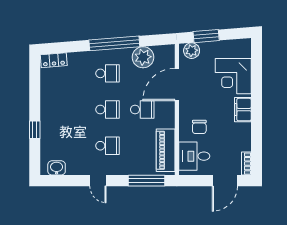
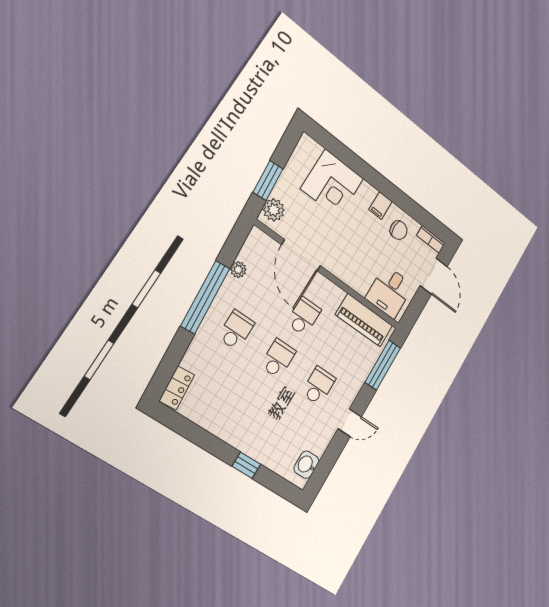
plant: (143, 57) -> (238, 270), width x0.53, depth x0.53
filing cabinet: (243, 110) -> (380, 206), width x0.50
chair: (199, 127) -> (399, 230), moved

